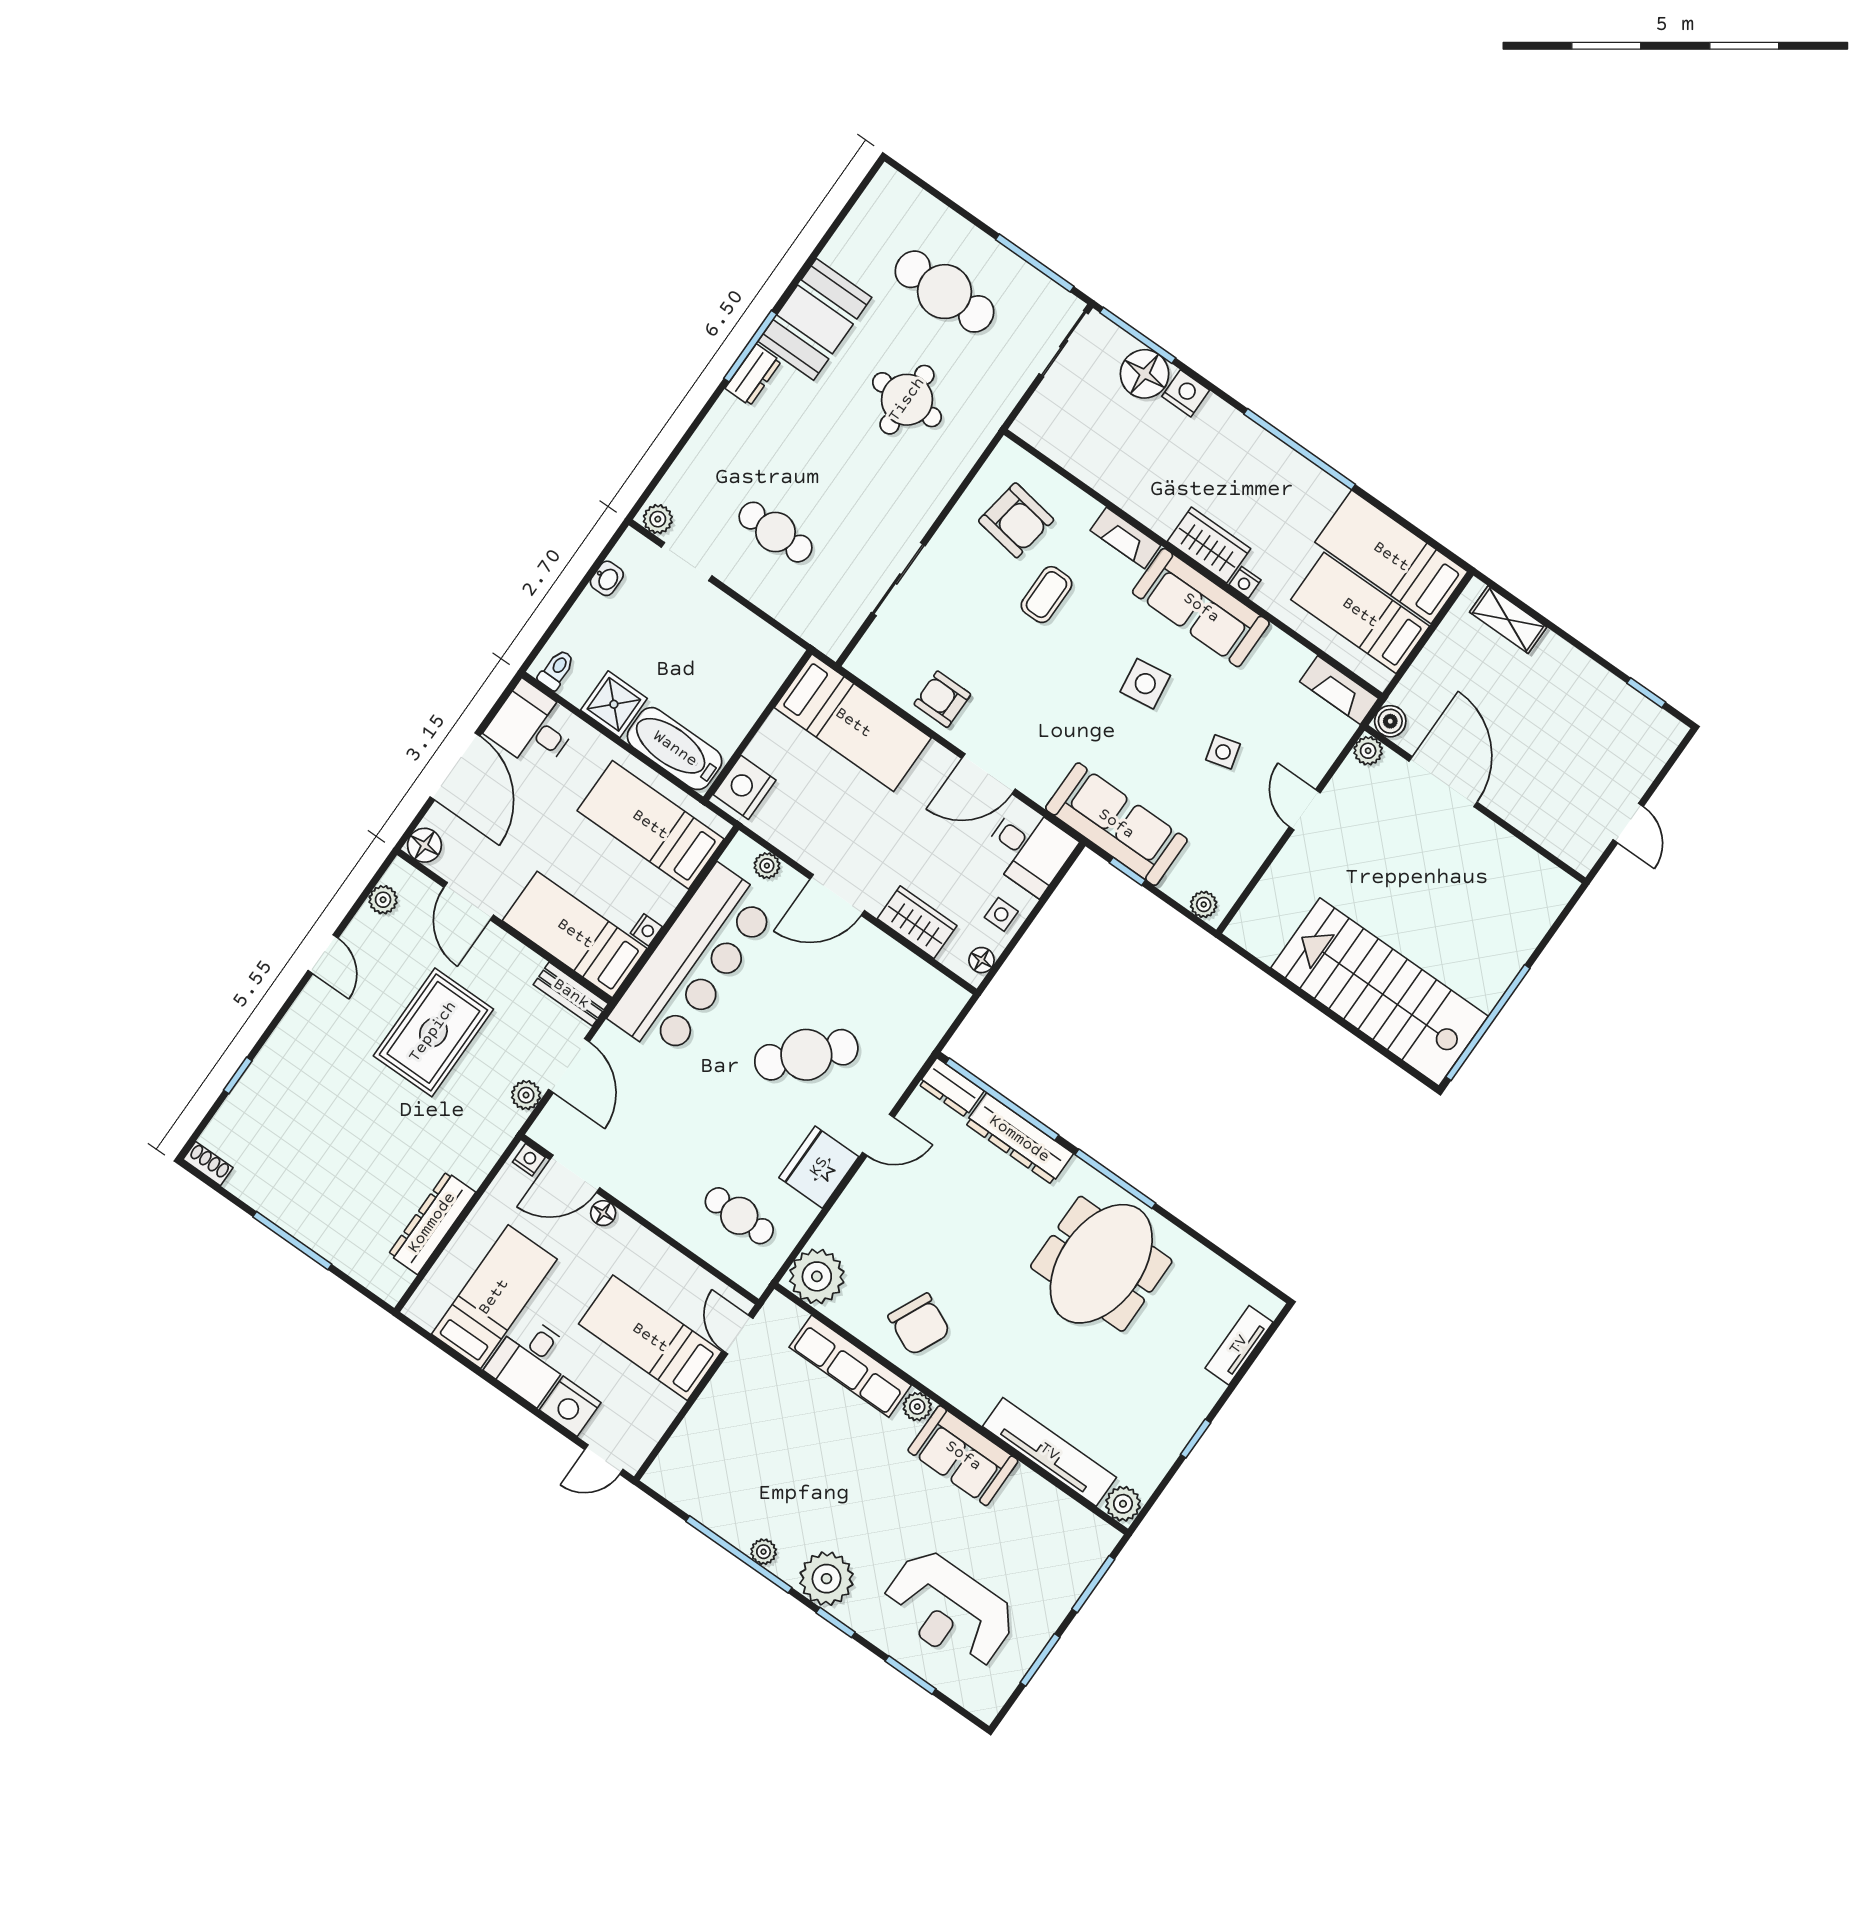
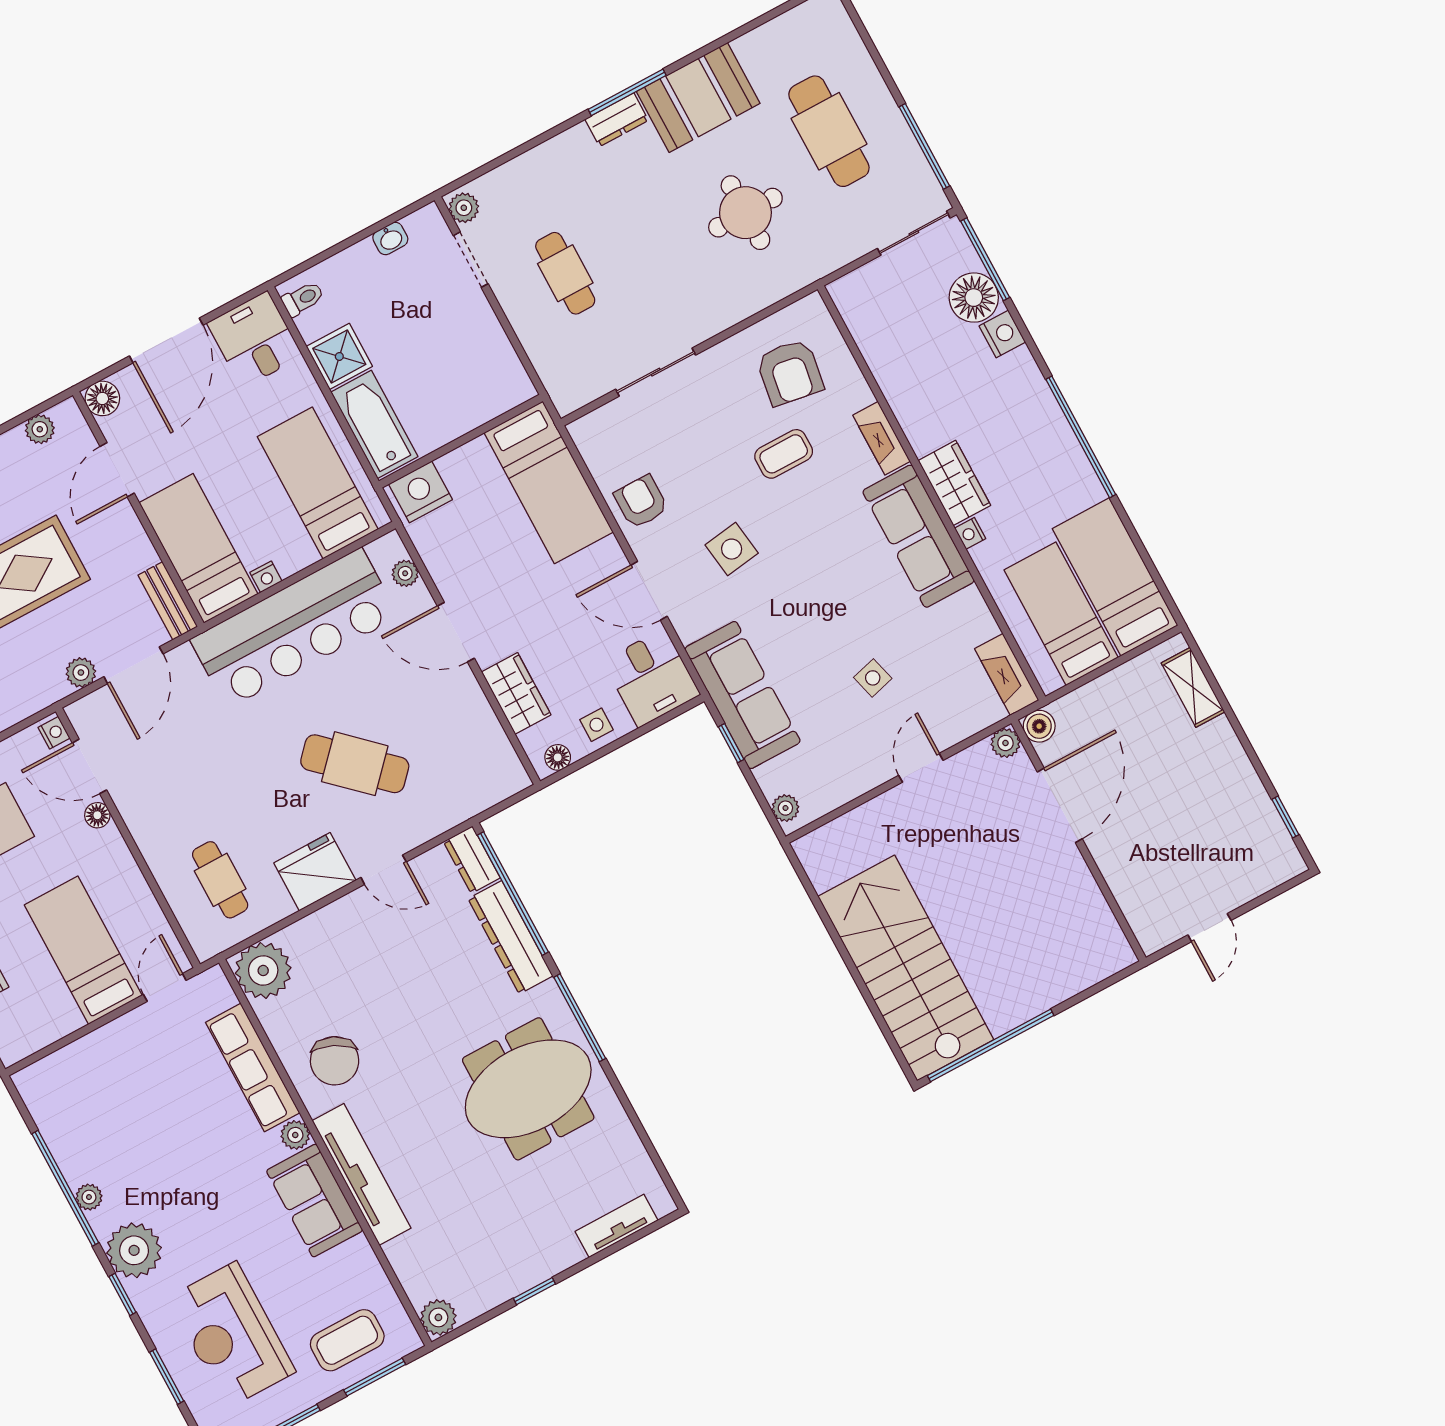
side table: (1145, 684) -> (732, 549), moved
tv unit: (1049, 1452) -> (362, 1174), moved
coffee table: (1053, 1564) -> (347, 1340), added

